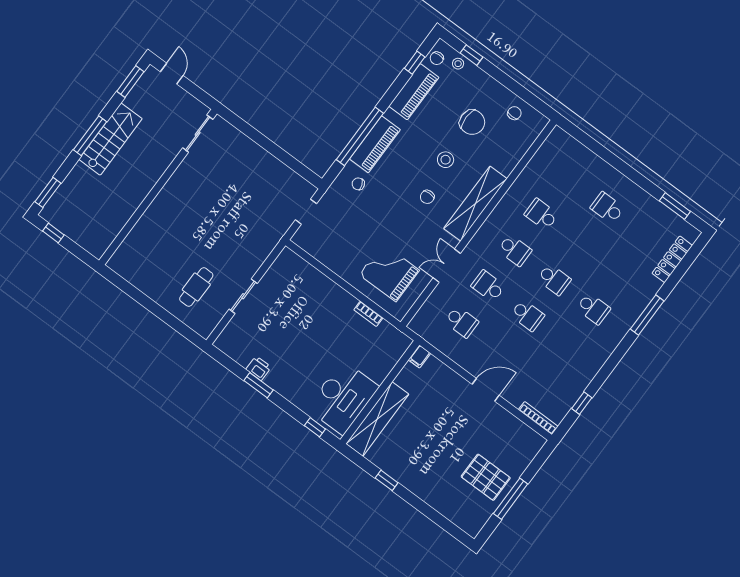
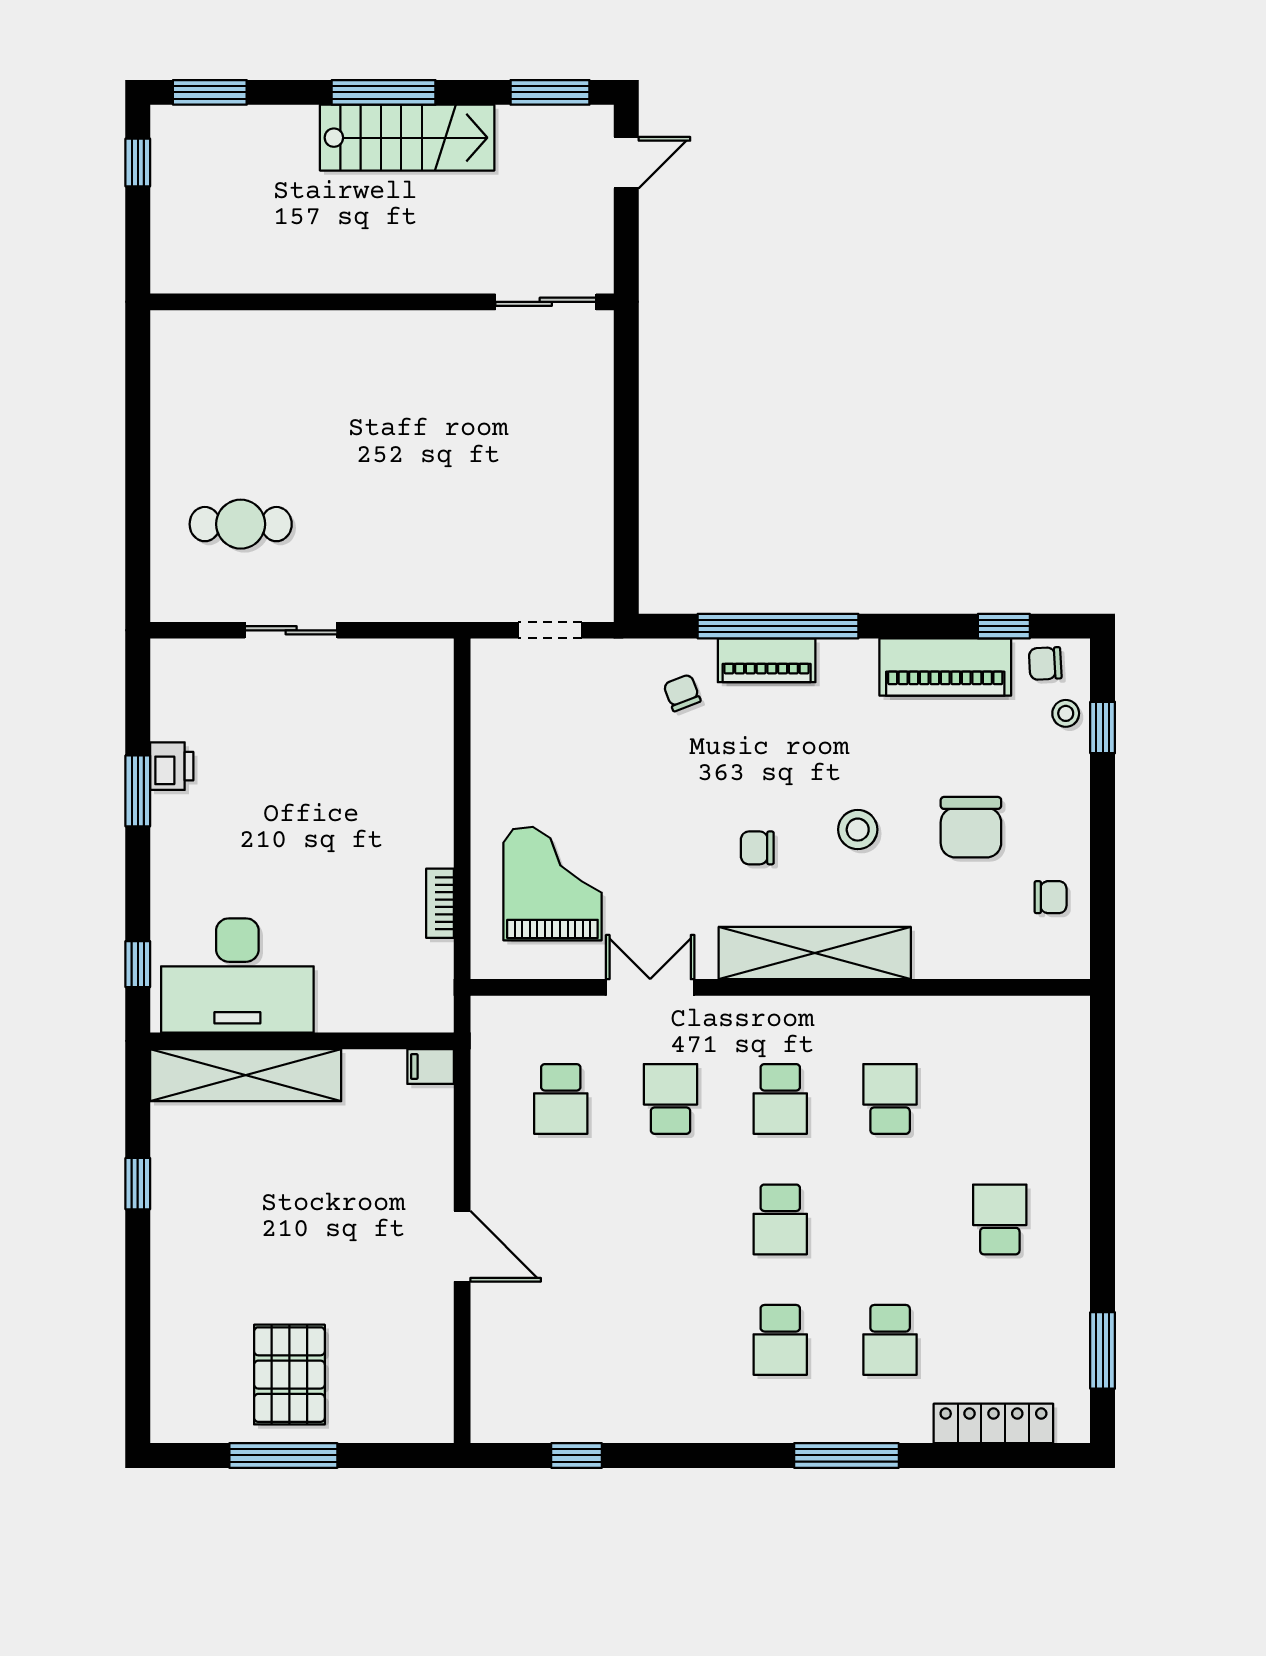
piano: (375, 144) -> (767, 660), width x0.73, depth x0.75
school desk: (527, 315) -> (890, 1340), moved
bookcase: (538, 418) -> (483, 1392), removed

